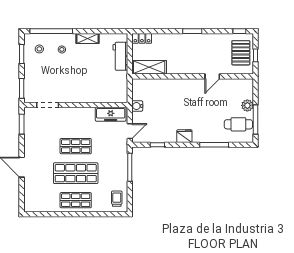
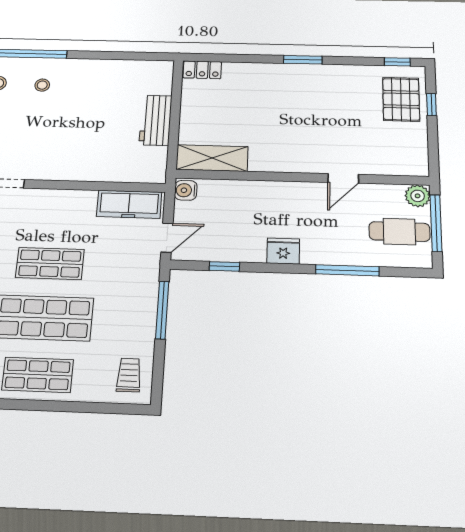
shelving: (87, 38) -> (95, 68), removed
workbench: (120, 56) -> (156, 120), moved
shelving: (149, 67) -> (212, 158), moved
wall: (193, 76) -> (302, 177), moved
door: (212, 76) -> (343, 178), moved

